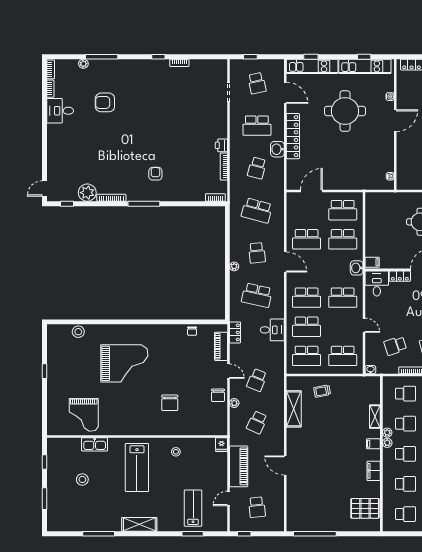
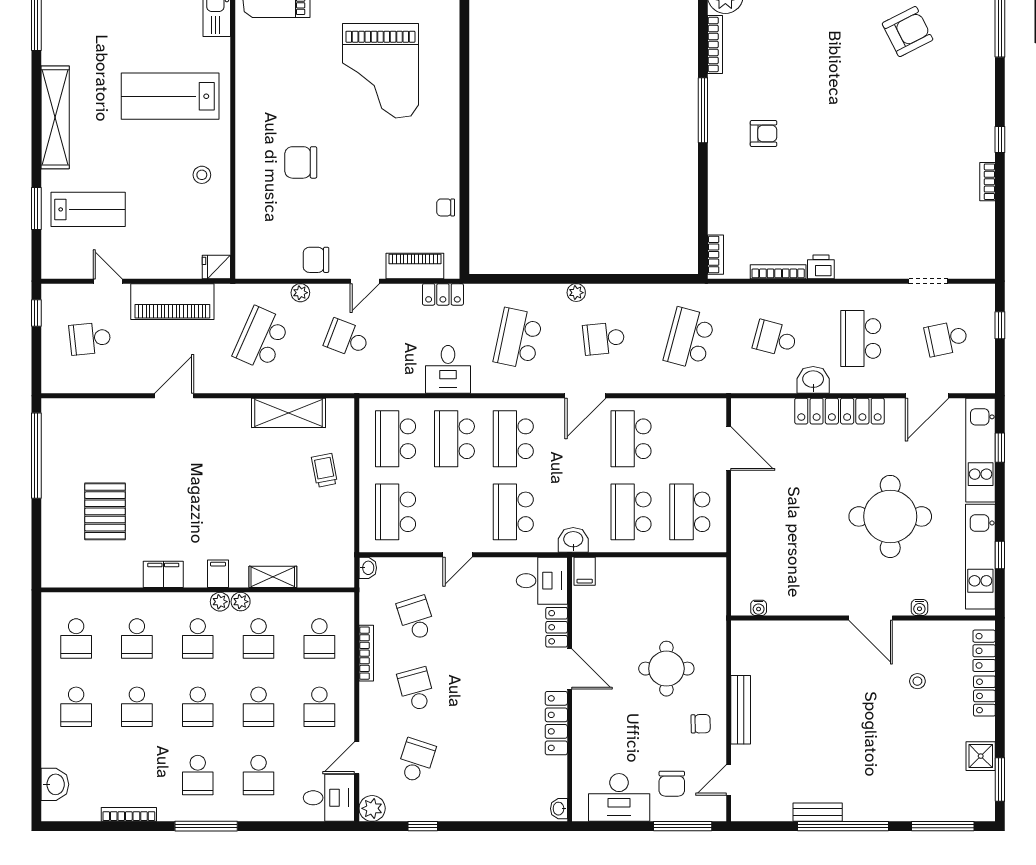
armchair: (105, 102) -> (908, 32), turned 63
school desk: (257, 422) -> (261, 338), width x1.85
pallet: (365, 508) -> (105, 511), moved
shelving: (139, 524) -> (55, 117), width x1.47

